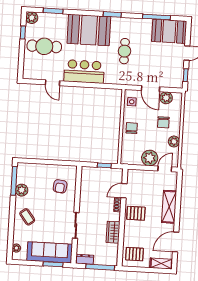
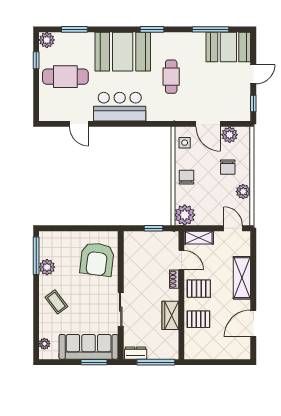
plant: (150, 158) -> (185, 215), moved
door: (165, 169) -> (233, 228), hinge flipped
armchair: (60, 186) -> (97, 259), width x1.88, depth x1.88
door: (124, 191) -> (181, 260), swing flipped
pallet: (135, 254) -> (198, 319), moved
shelving: (161, 264) -> (199, 238), moved

